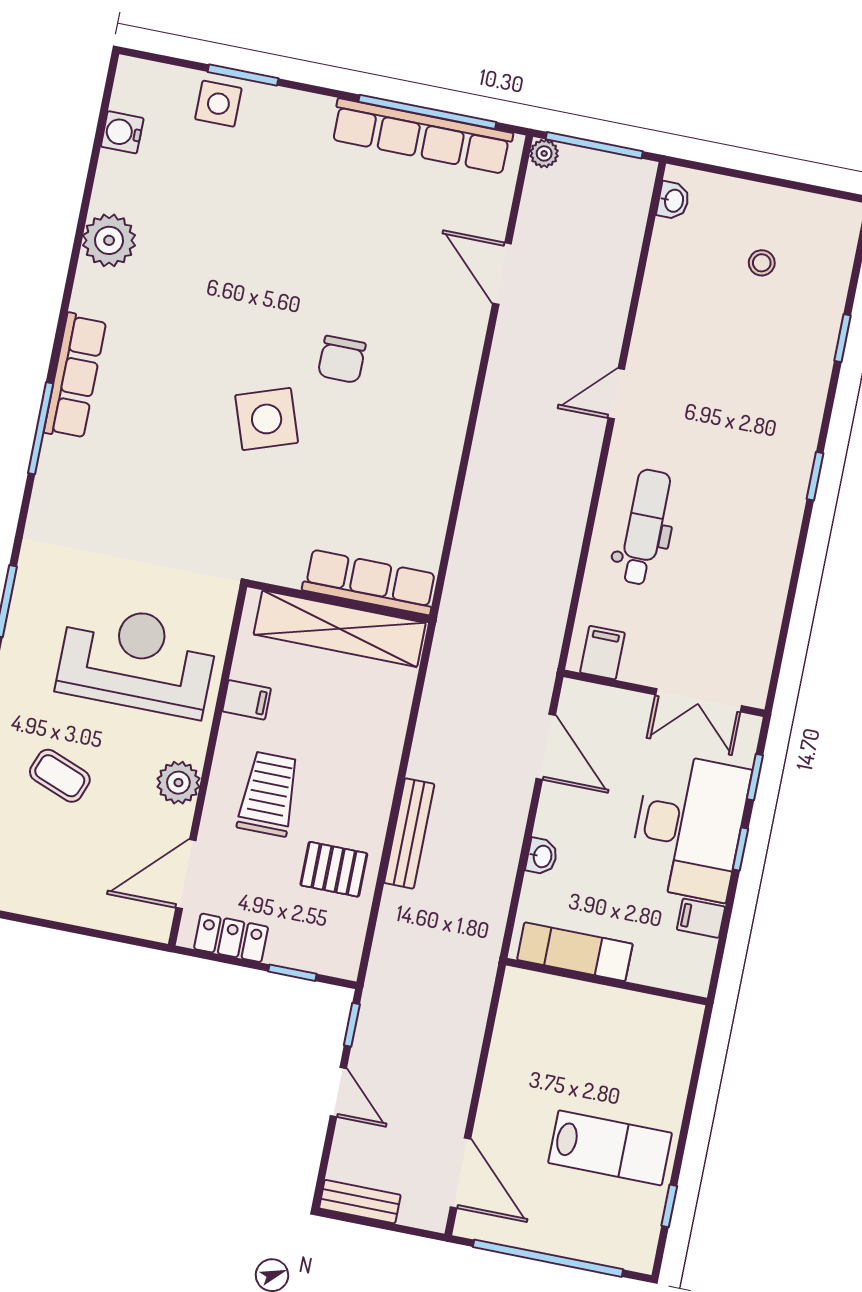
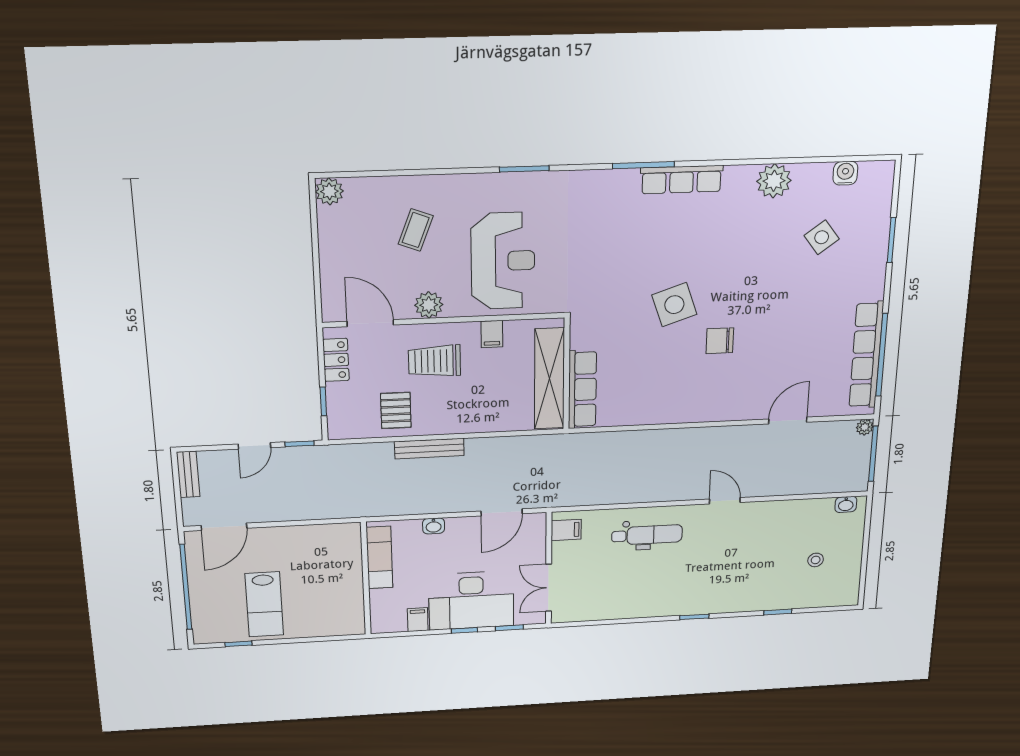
side table: (218, 104) -> (822, 237), moved, turned -37
trolley: (269, 794) -> (434, 361), turned 180

